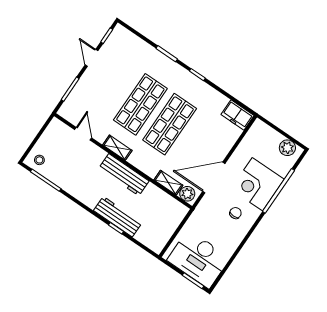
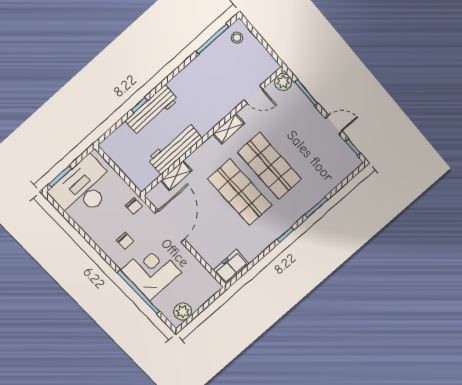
workbench: (124, 175) -> (175, 148), moved
plant: (187, 194) -> (283, 82), moved
chair: (204, 213) -> (134, 206), added

